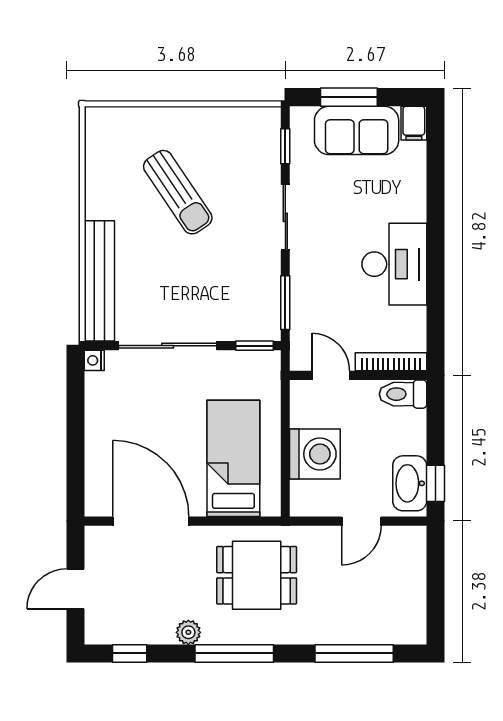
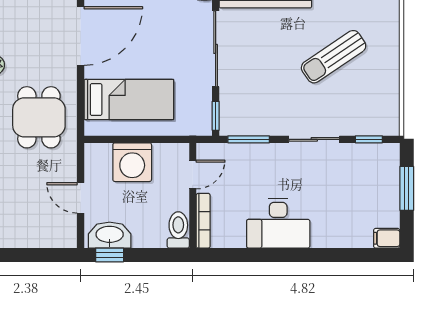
sofa: (357, 130) -> (381, 194), removed

